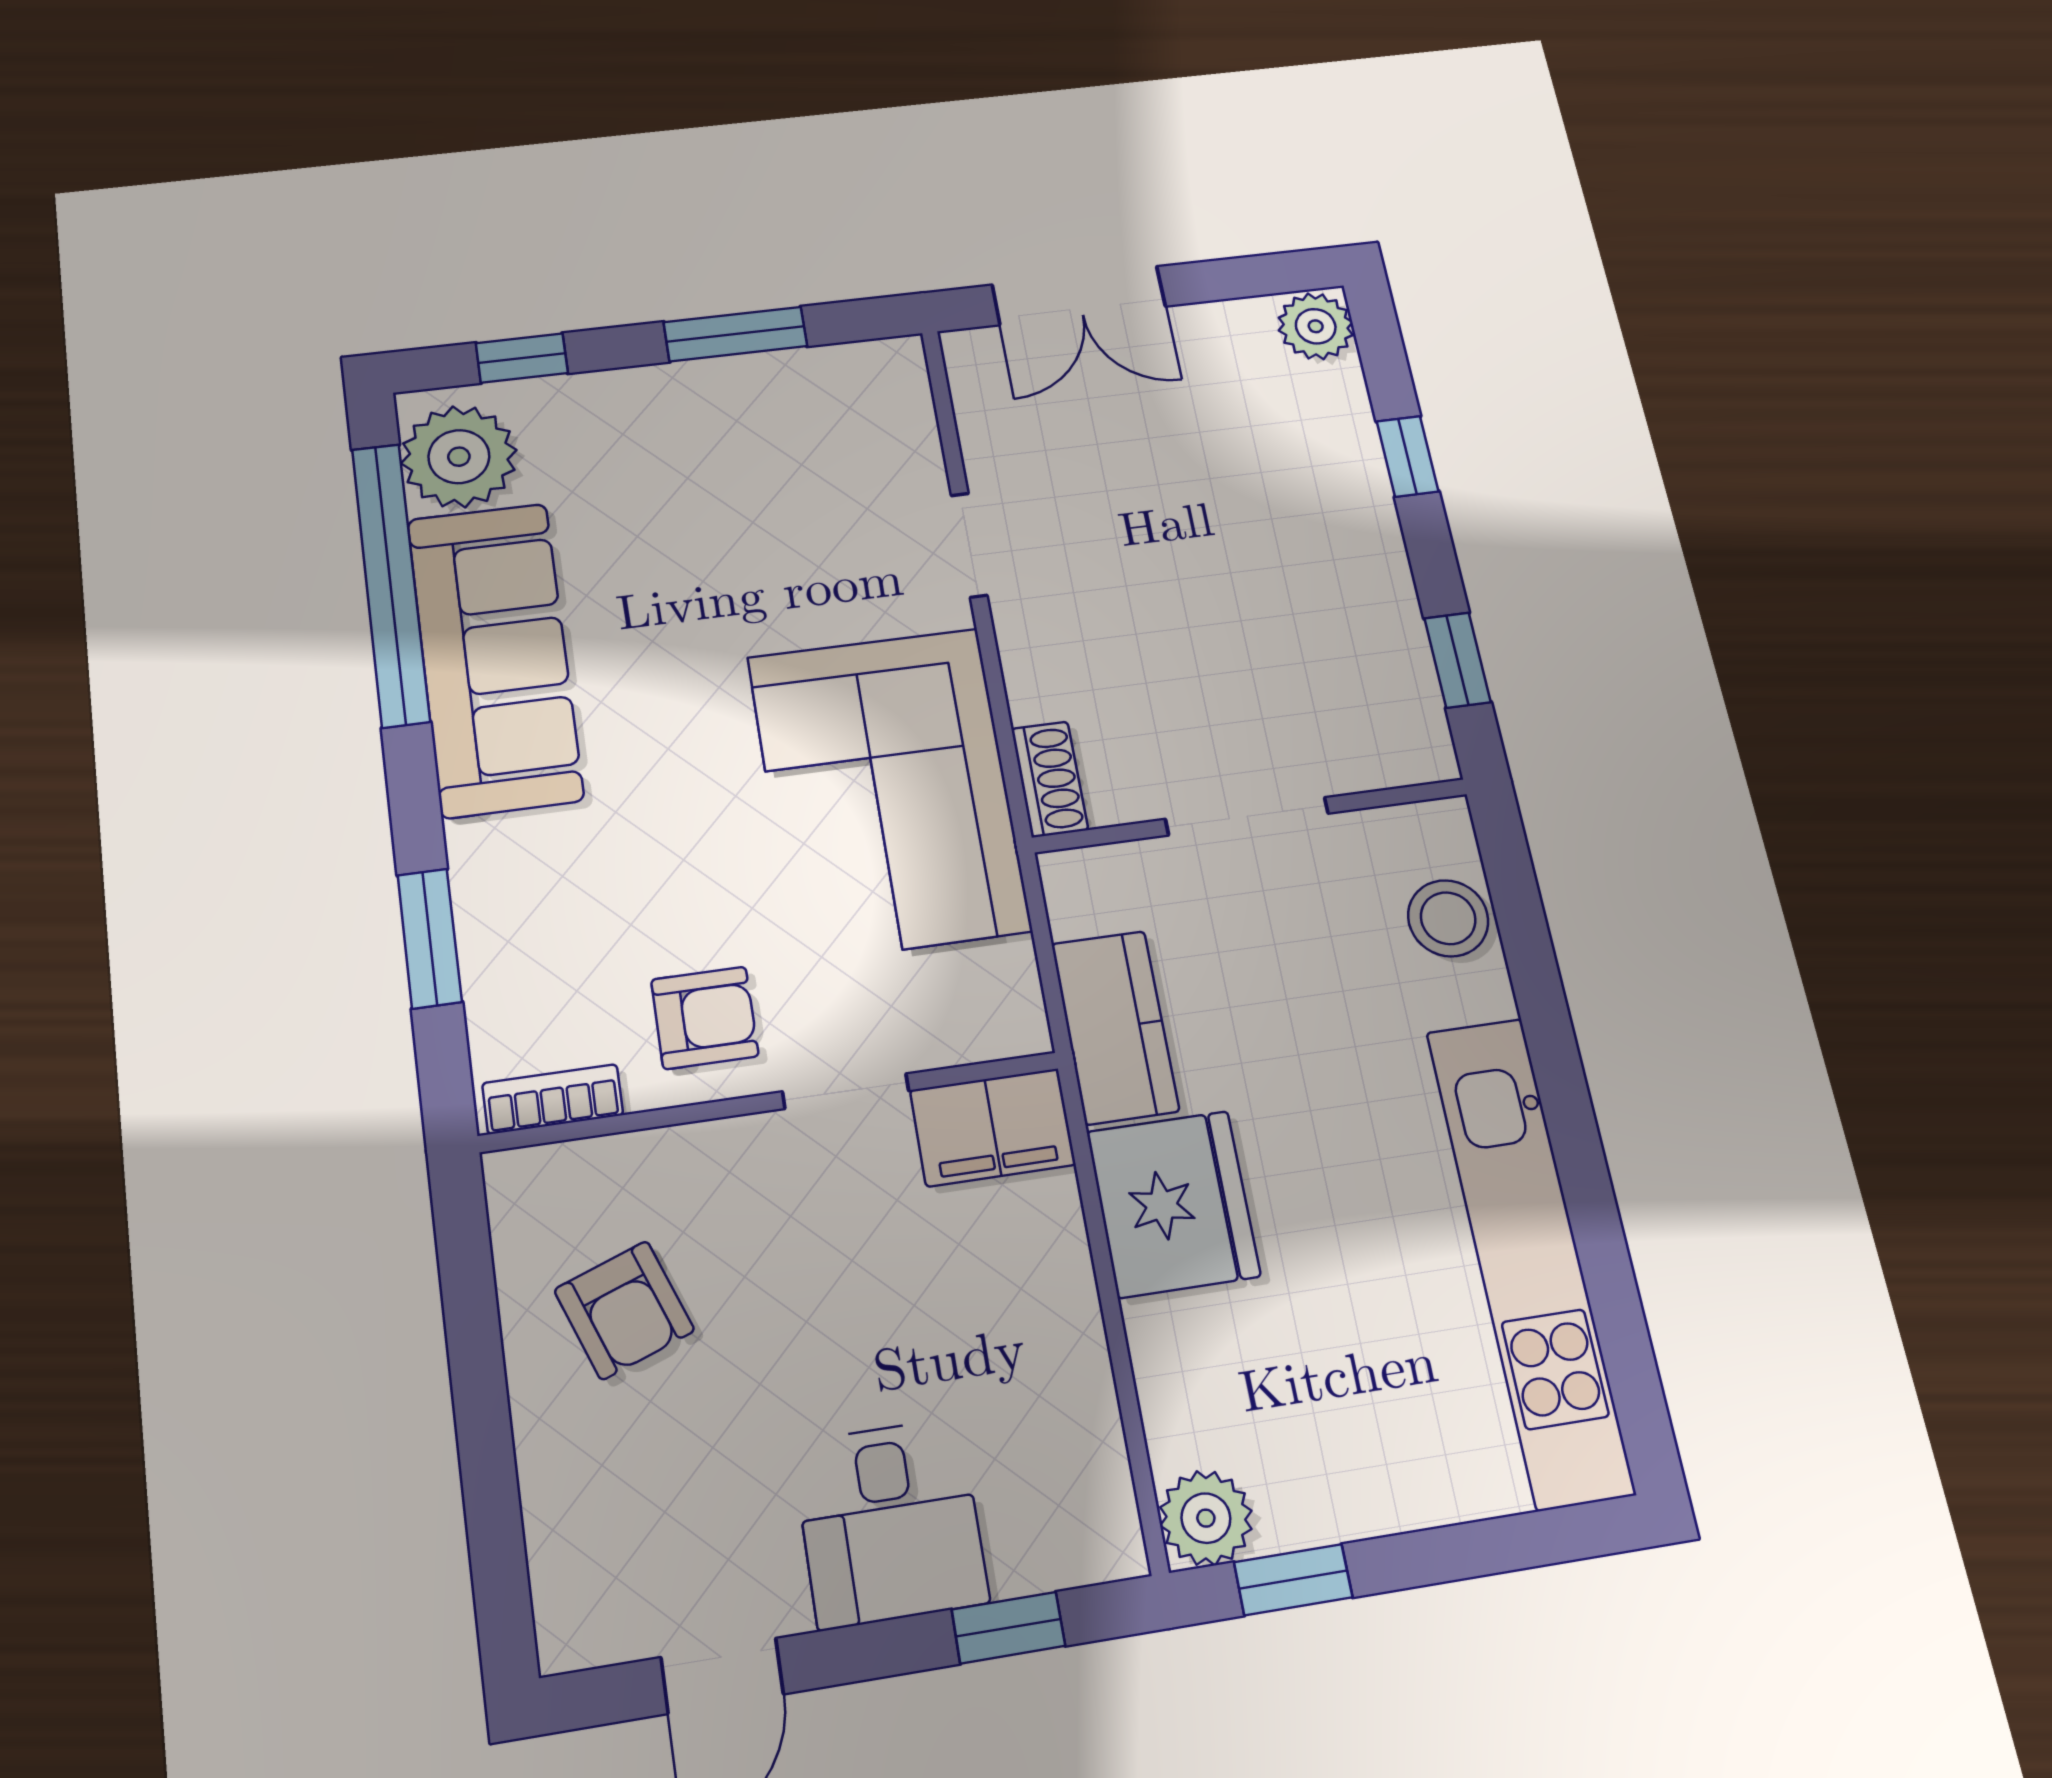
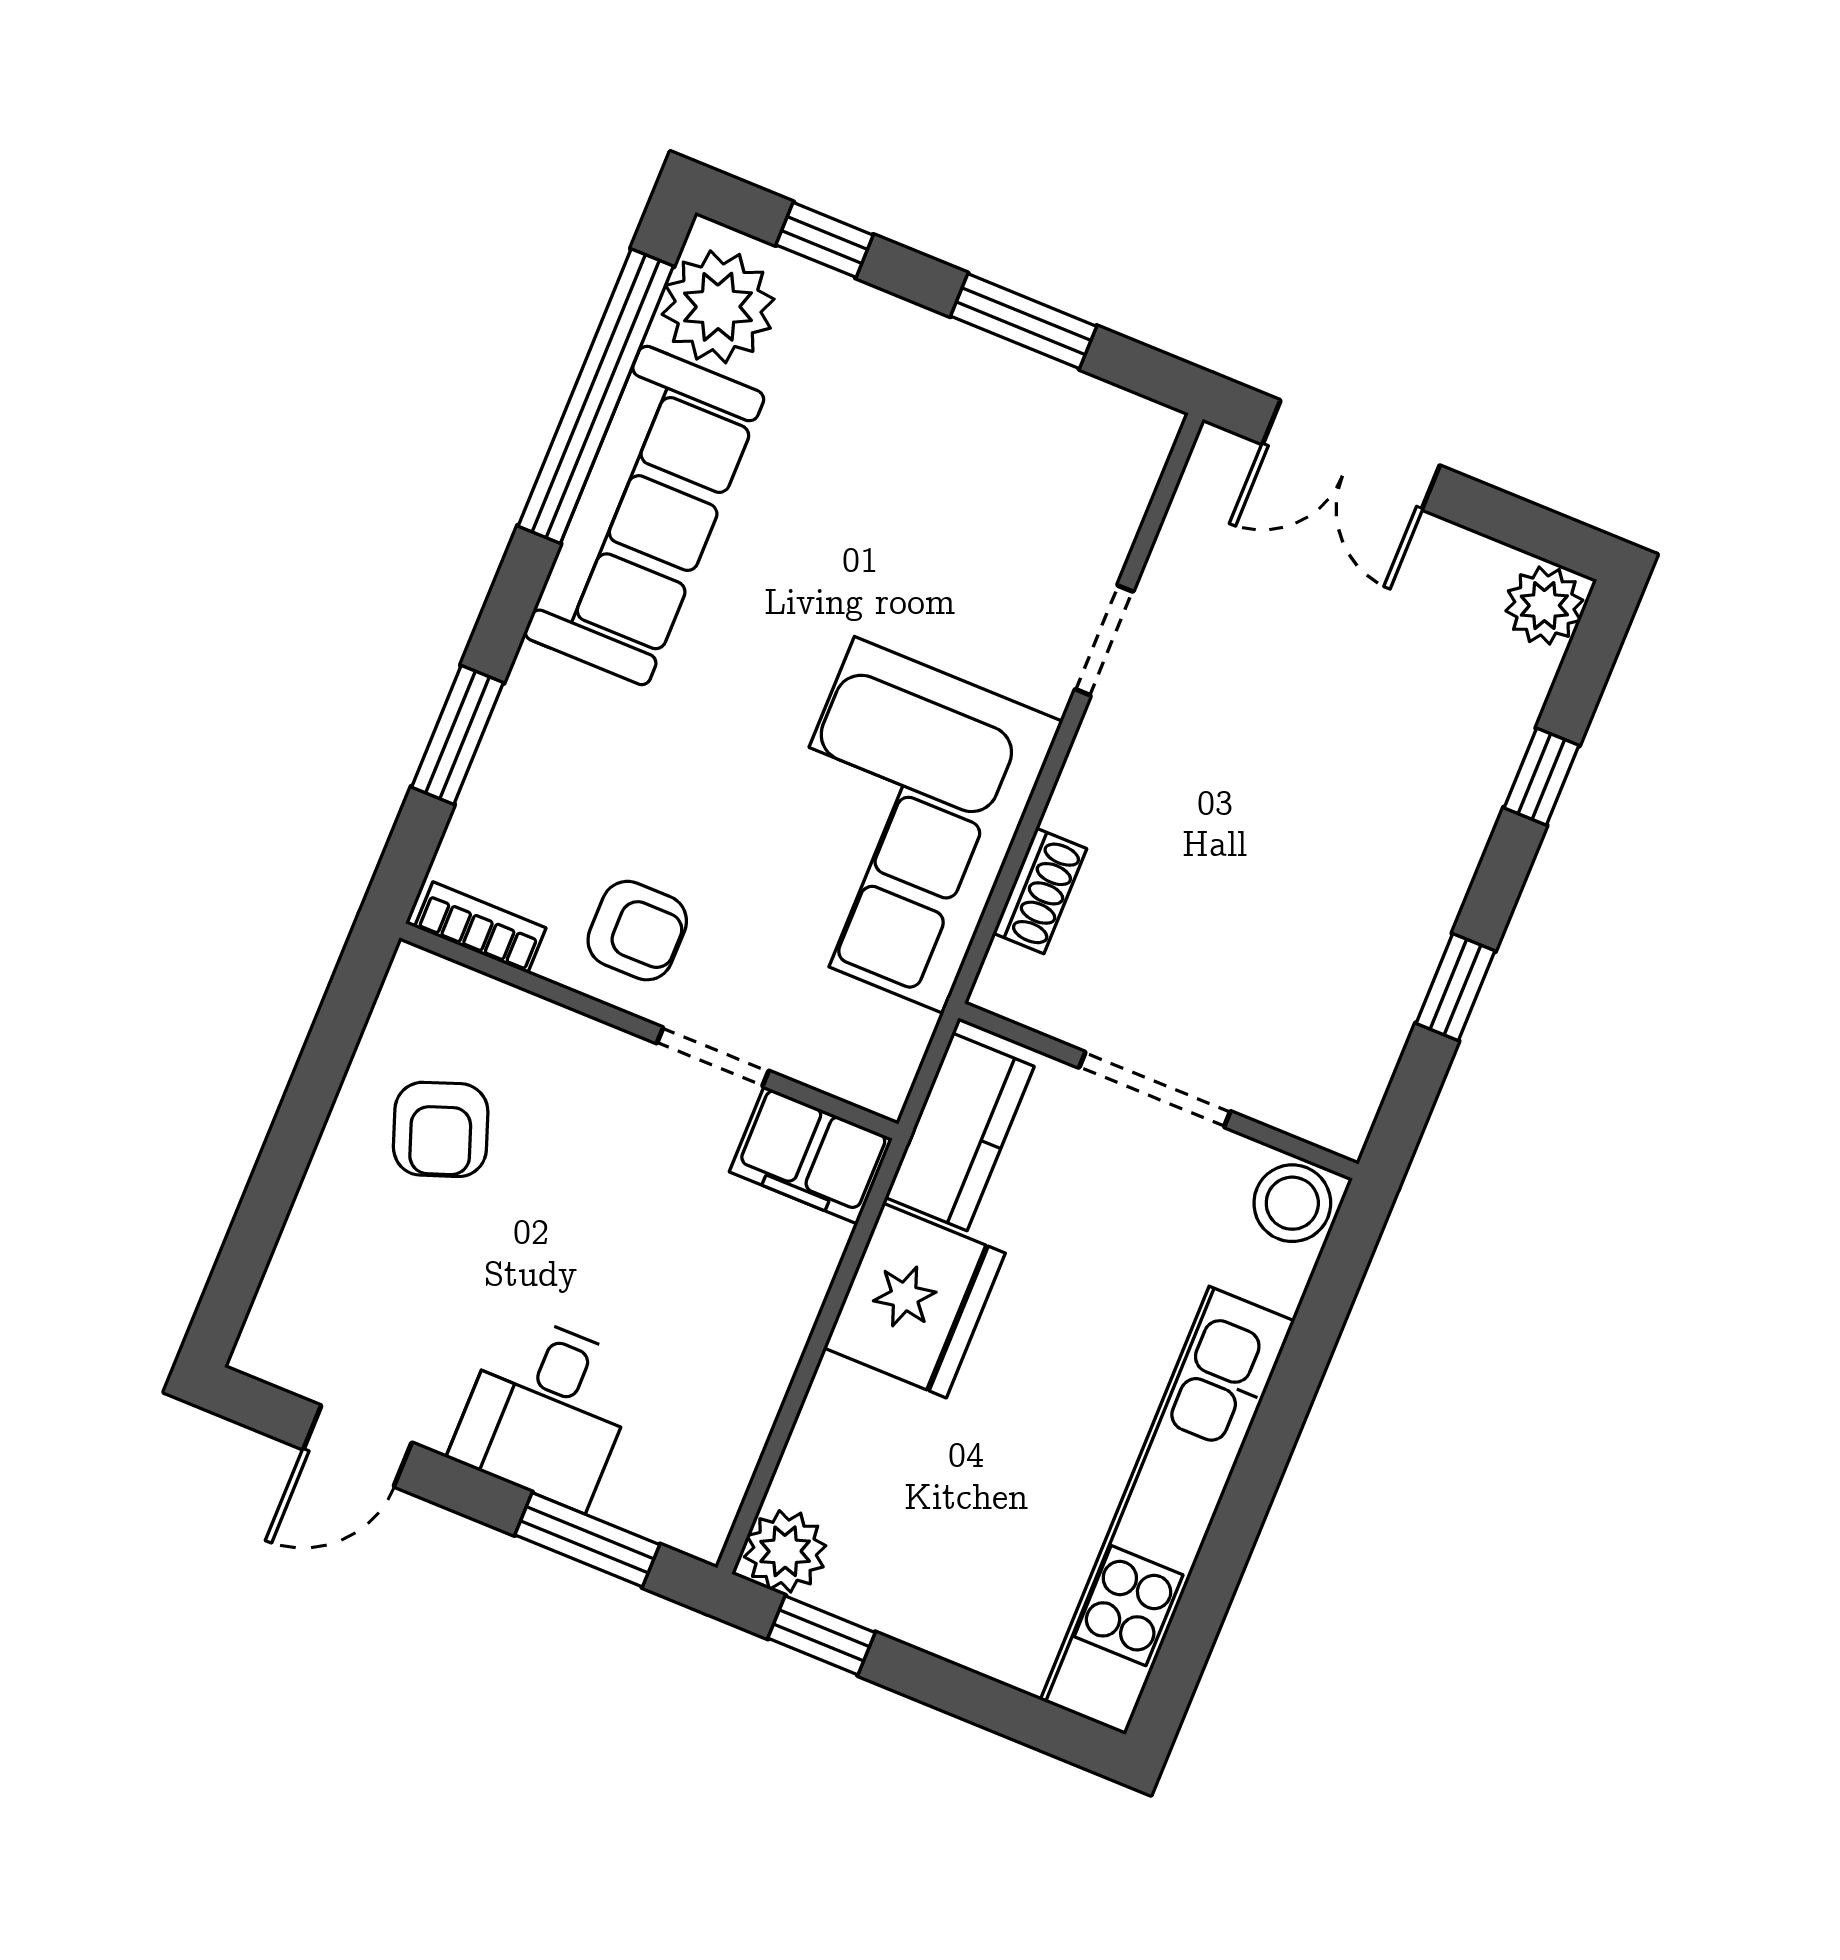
doorway: (1247, 816) -> (1155, 1089), moved
wall: (1251, 816) -> (1158, 1091), moved
window: (1008, 1628) -> (587, 1540), width x1.50

